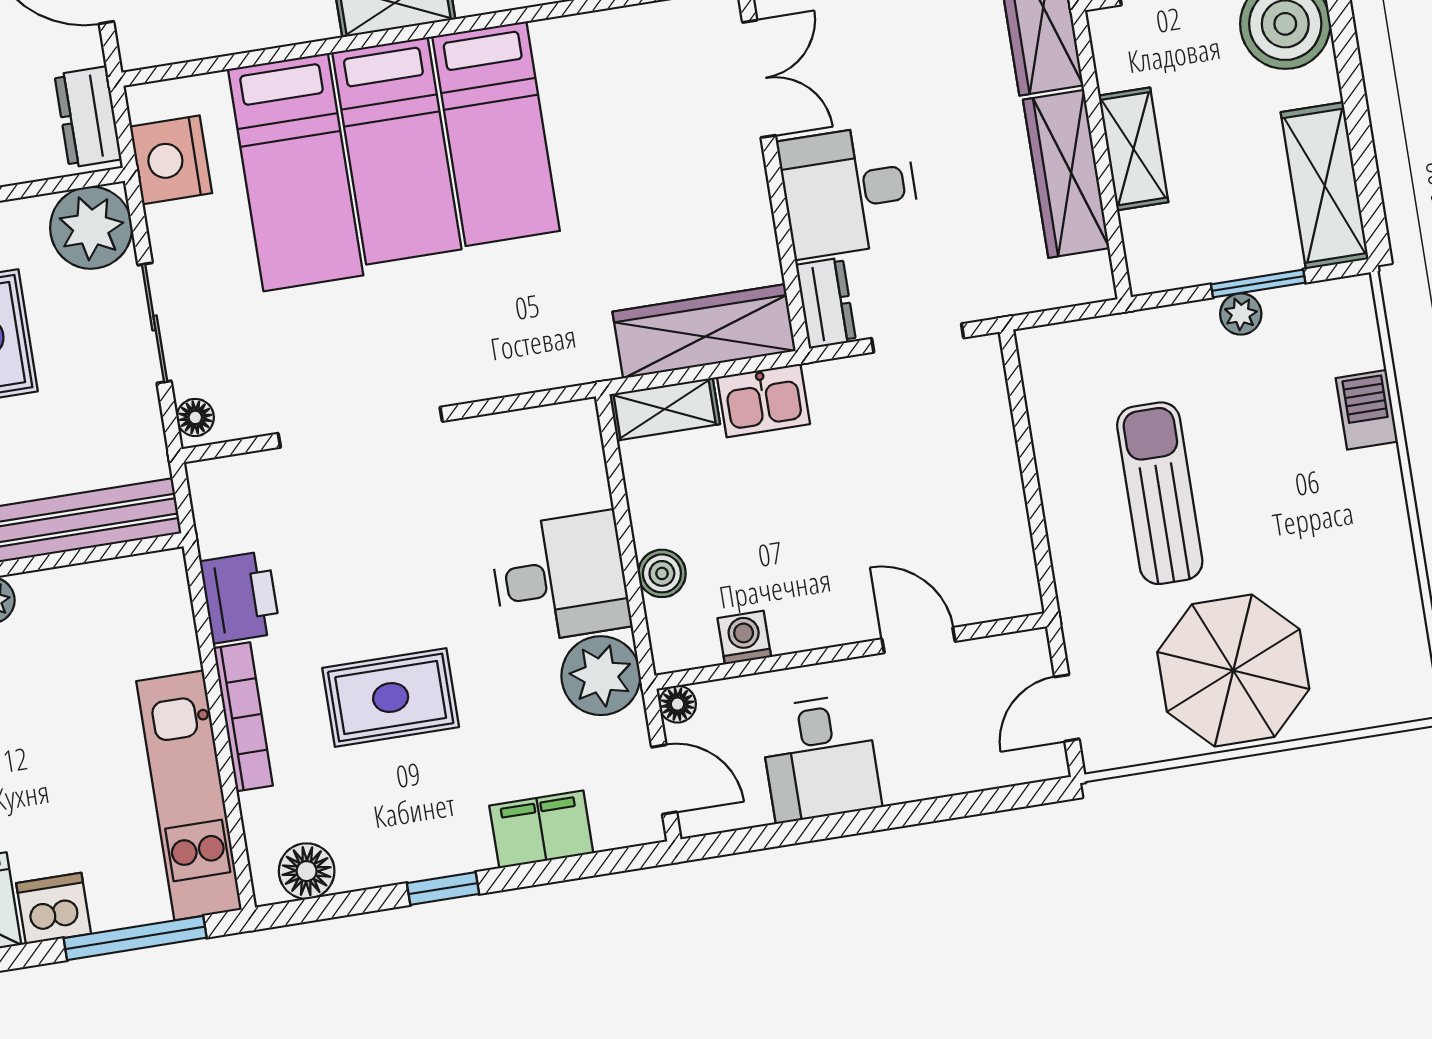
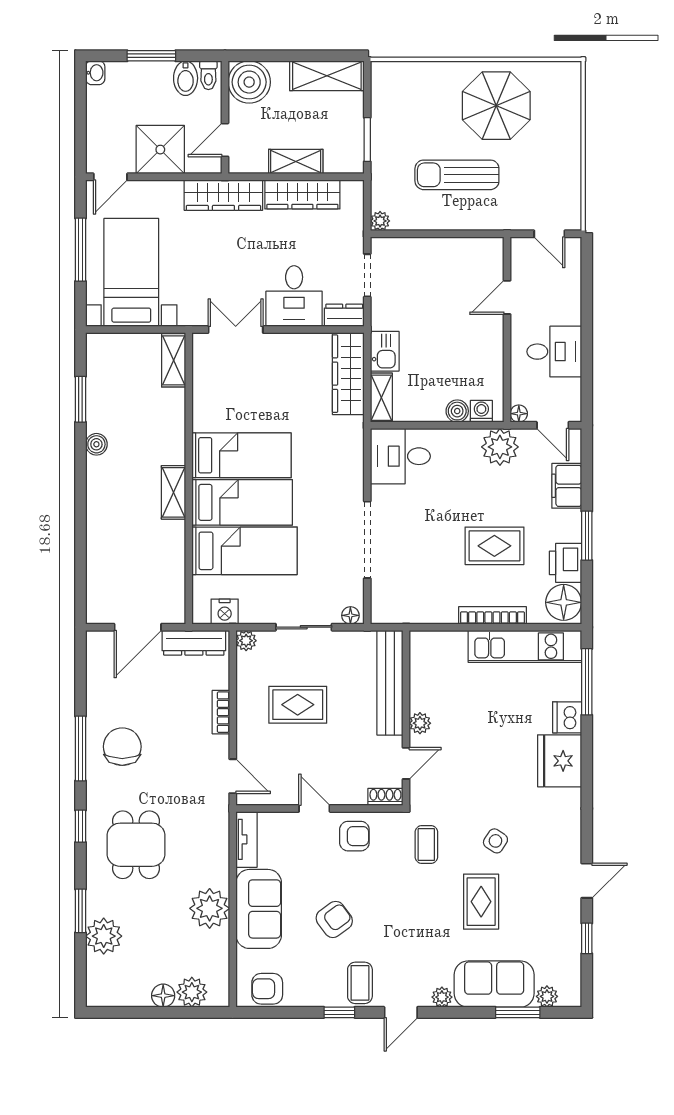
dresser: (88, 117) -> (194, 643), width x1.44
nightstand: (171, 160) -> (225, 612), width x0.74, depth x0.75
plant: (91, 228) -> (246, 641), width x0.53, depth x0.53
window: (1258, 284) -> (367, 140), moved
plant: (1241, 314) -> (380, 221), moved
barbecue: (1367, 410) -> (434, 73), removed
desk: (560, 578) -> (400, 456), moved, turned -90
printer: (240, 597) -> (565, 563), moved, turned -90
washing machine: (744, 638) -> (481, 411), moved, turned 90
parasol: (1233, 671) -> (496, 106), moved
rug: (391, 697) -> (494, 546), turned 90
door: (664, 780) -> (553, 425), swing flipped
floor lamp: (307, 871) -> (564, 602), width x1.38, depth x1.38
window: (443, 889) -> (587, 536), width x1.50

